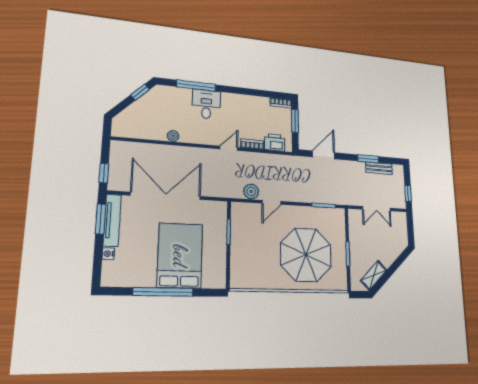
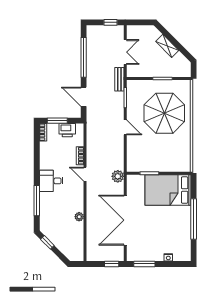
desk: (206, 104) -> (51, 181), moved
printer: (275, 142) -> (67, 130), moved, turned -90
window: (368, 159) -> (84, 57), width x2.11
bench: (379, 168) -> (119, 79), moved
plant: (251, 191) -> (118, 176), moved
door: (272, 202) -> (125, 127), moved
tv unit: (112, 220) -> (145, 256), removed
bed: (180, 256) -> (168, 190), moved
shelving: (374, 275) -> (167, 46), moved

